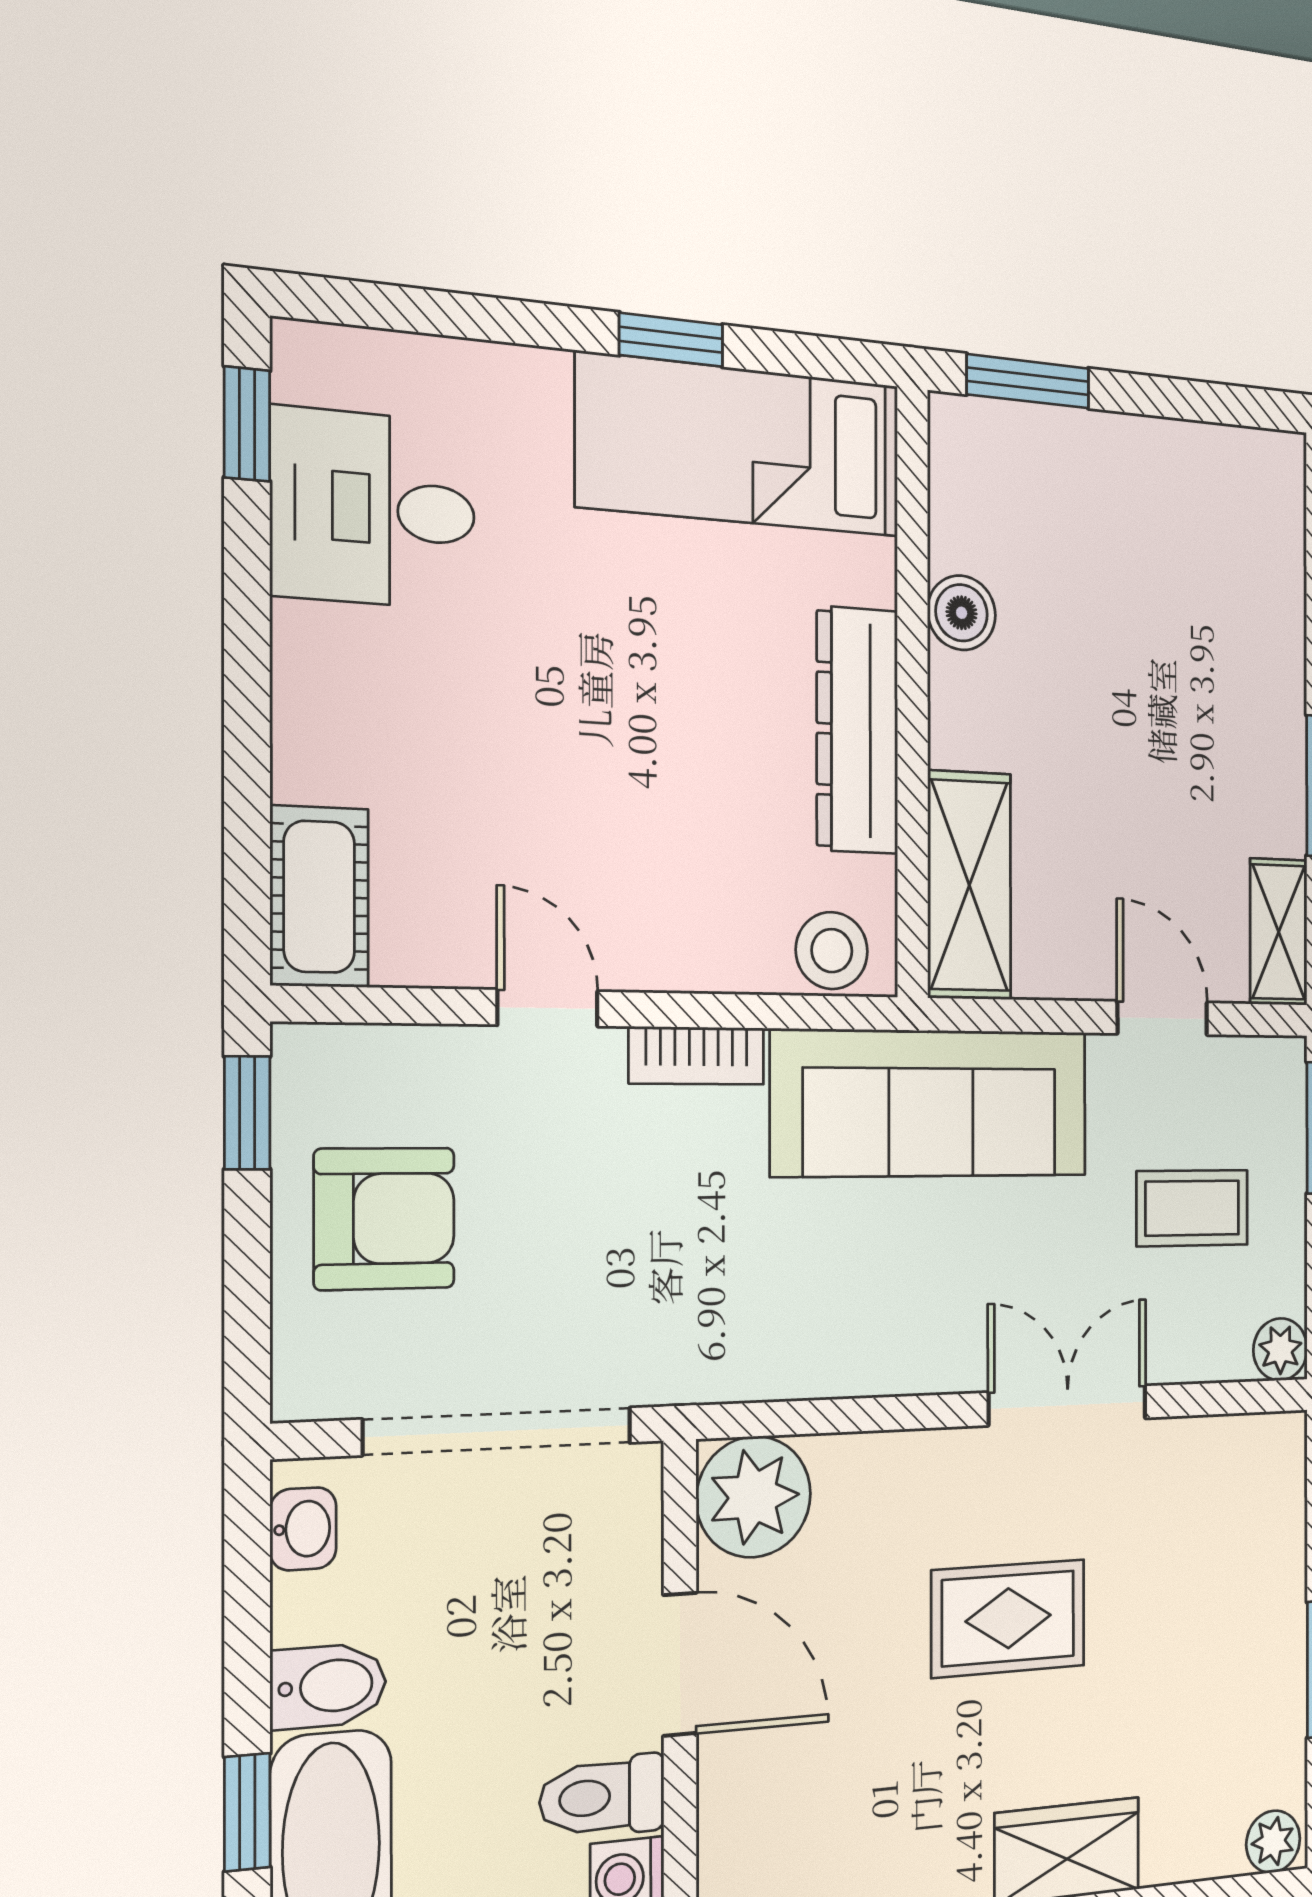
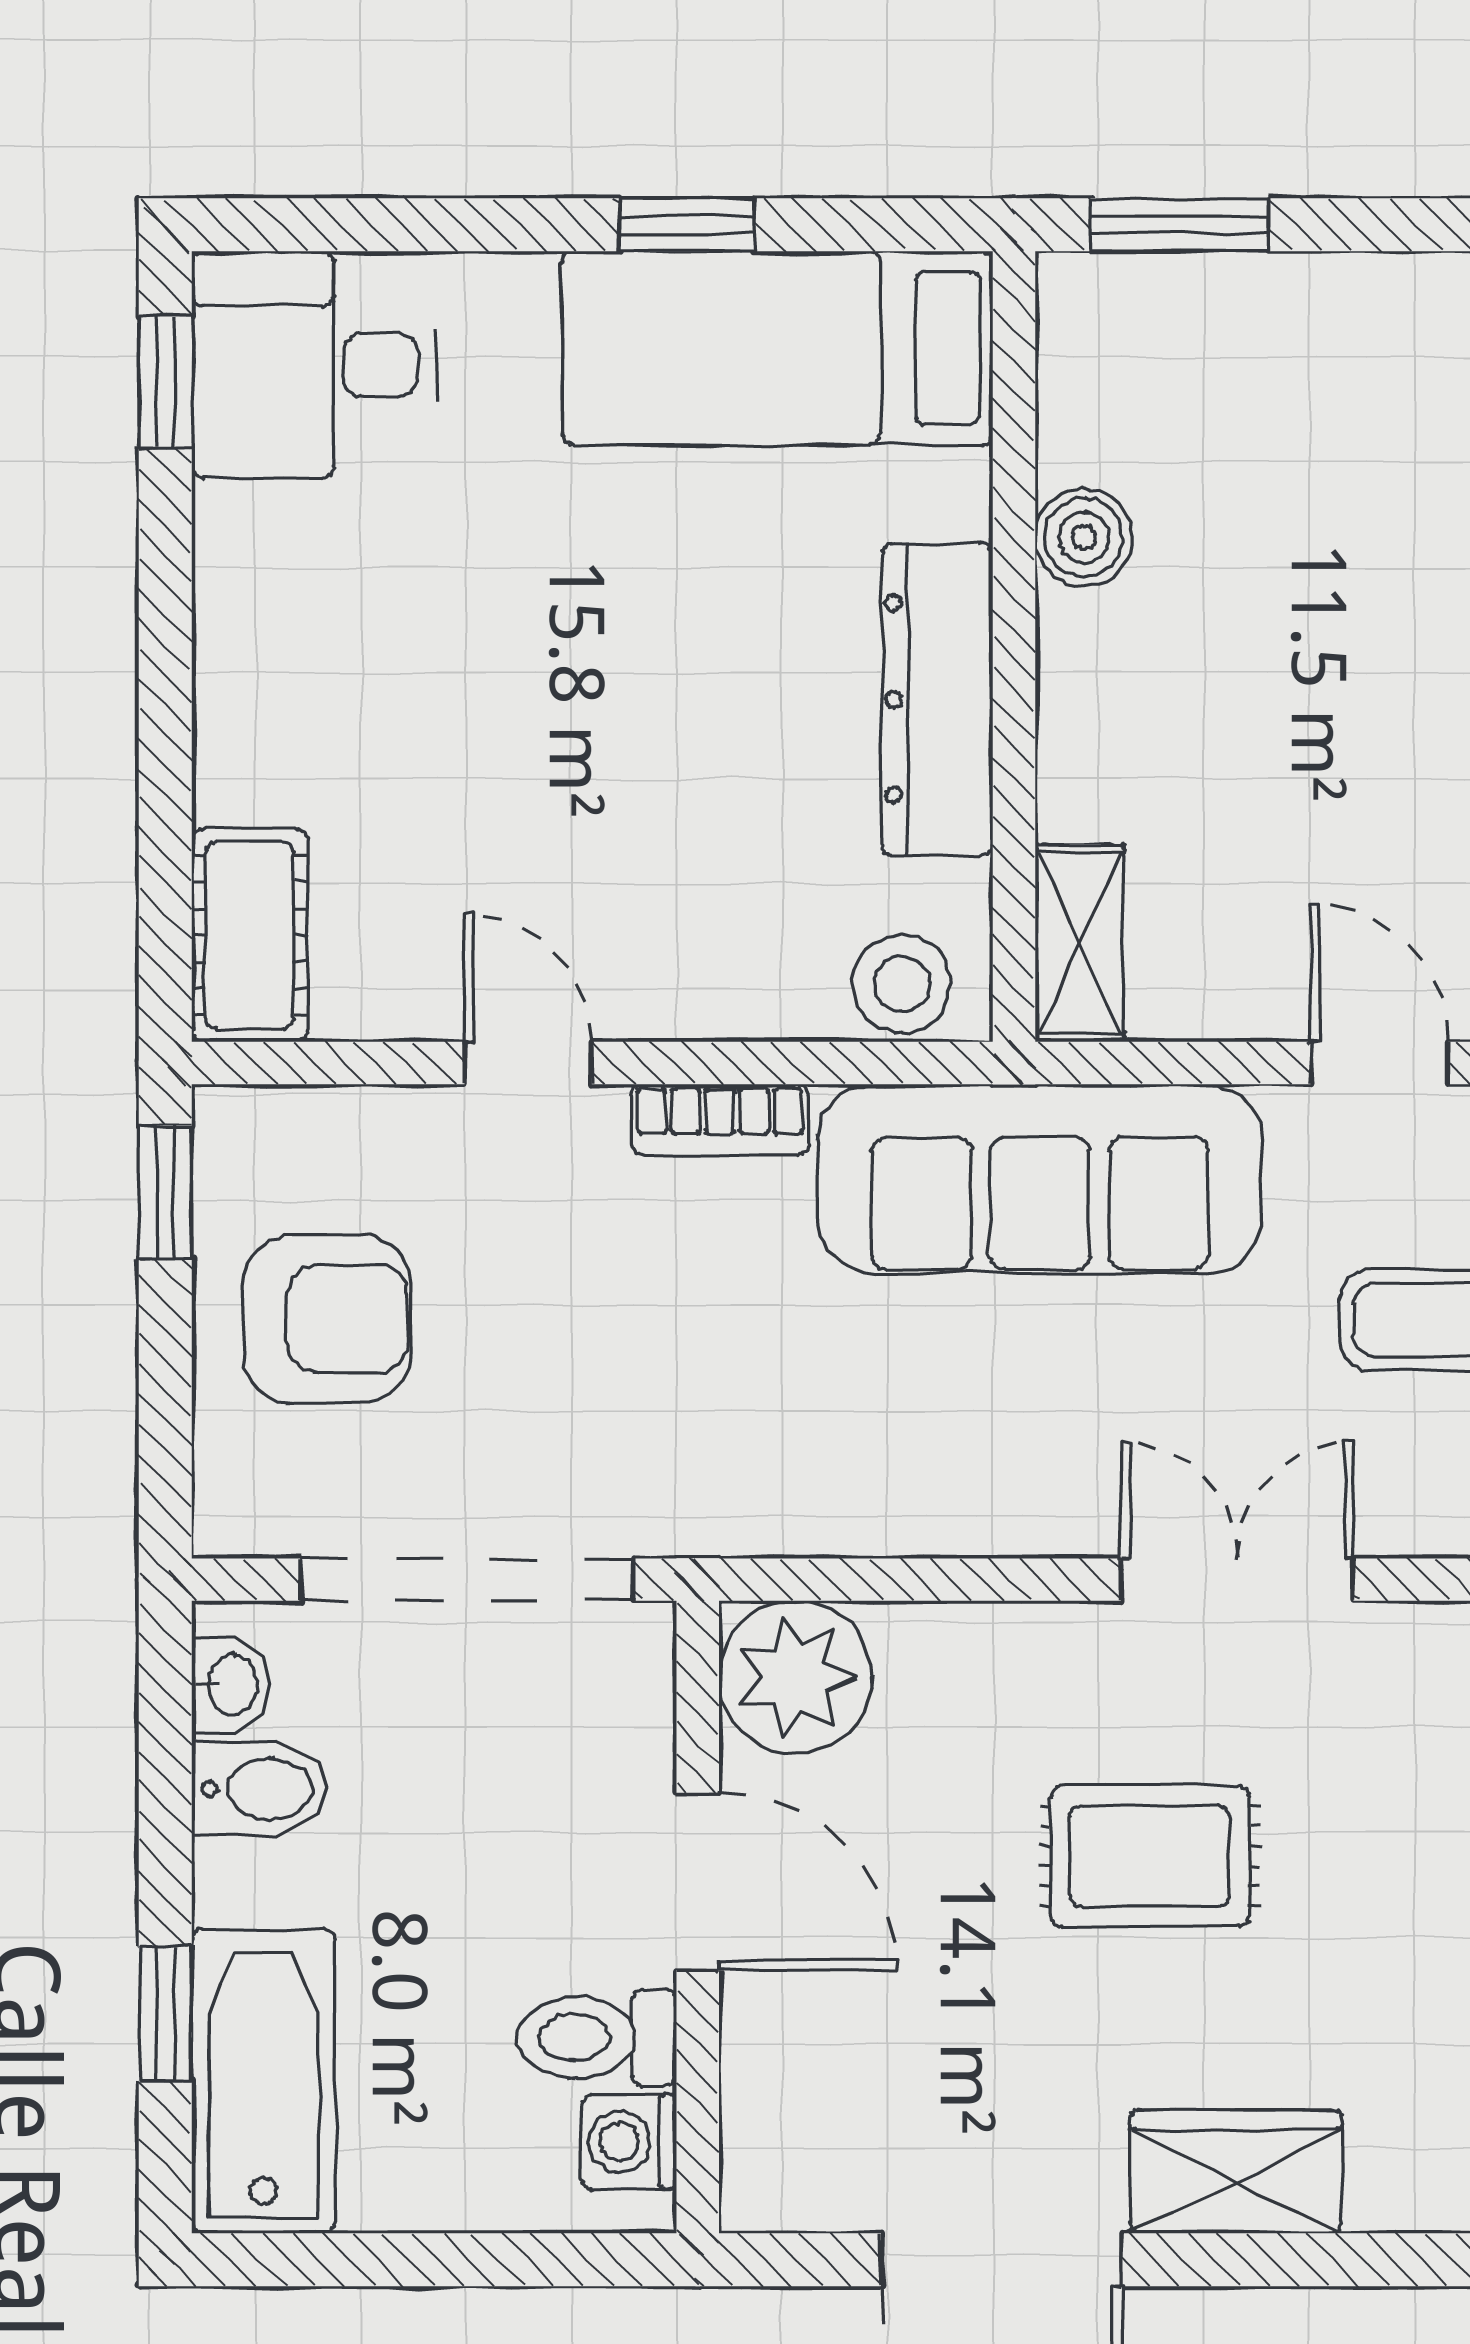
desk: (373, 509) -> (314, 365), moved
shelving: (969, 885) -> (1080, 943), width x0.67, depth x0.75
bidet: (328, 1686) -> (260, 1789), moved

